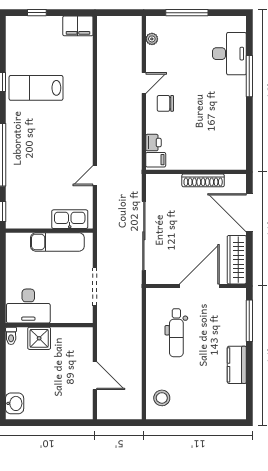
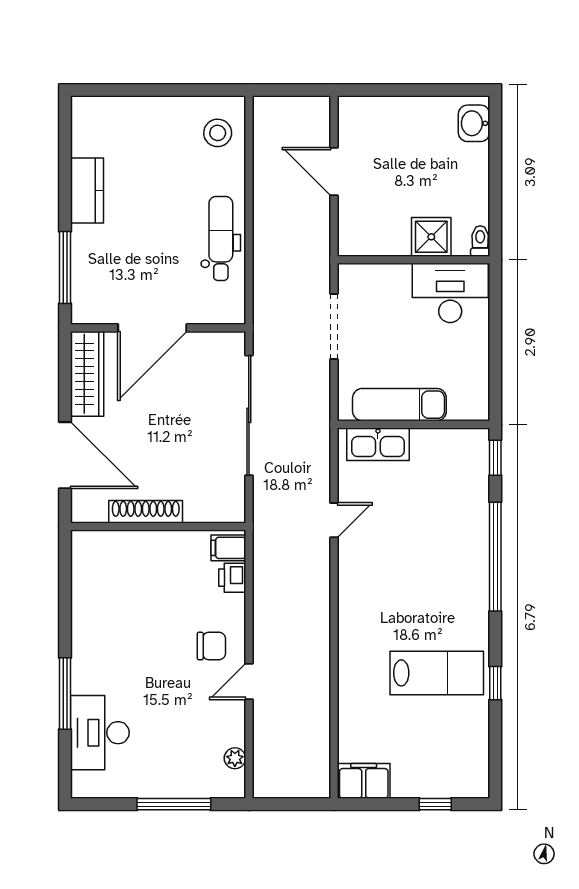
dental chair: (176, 333) -> (221, 238), moved

